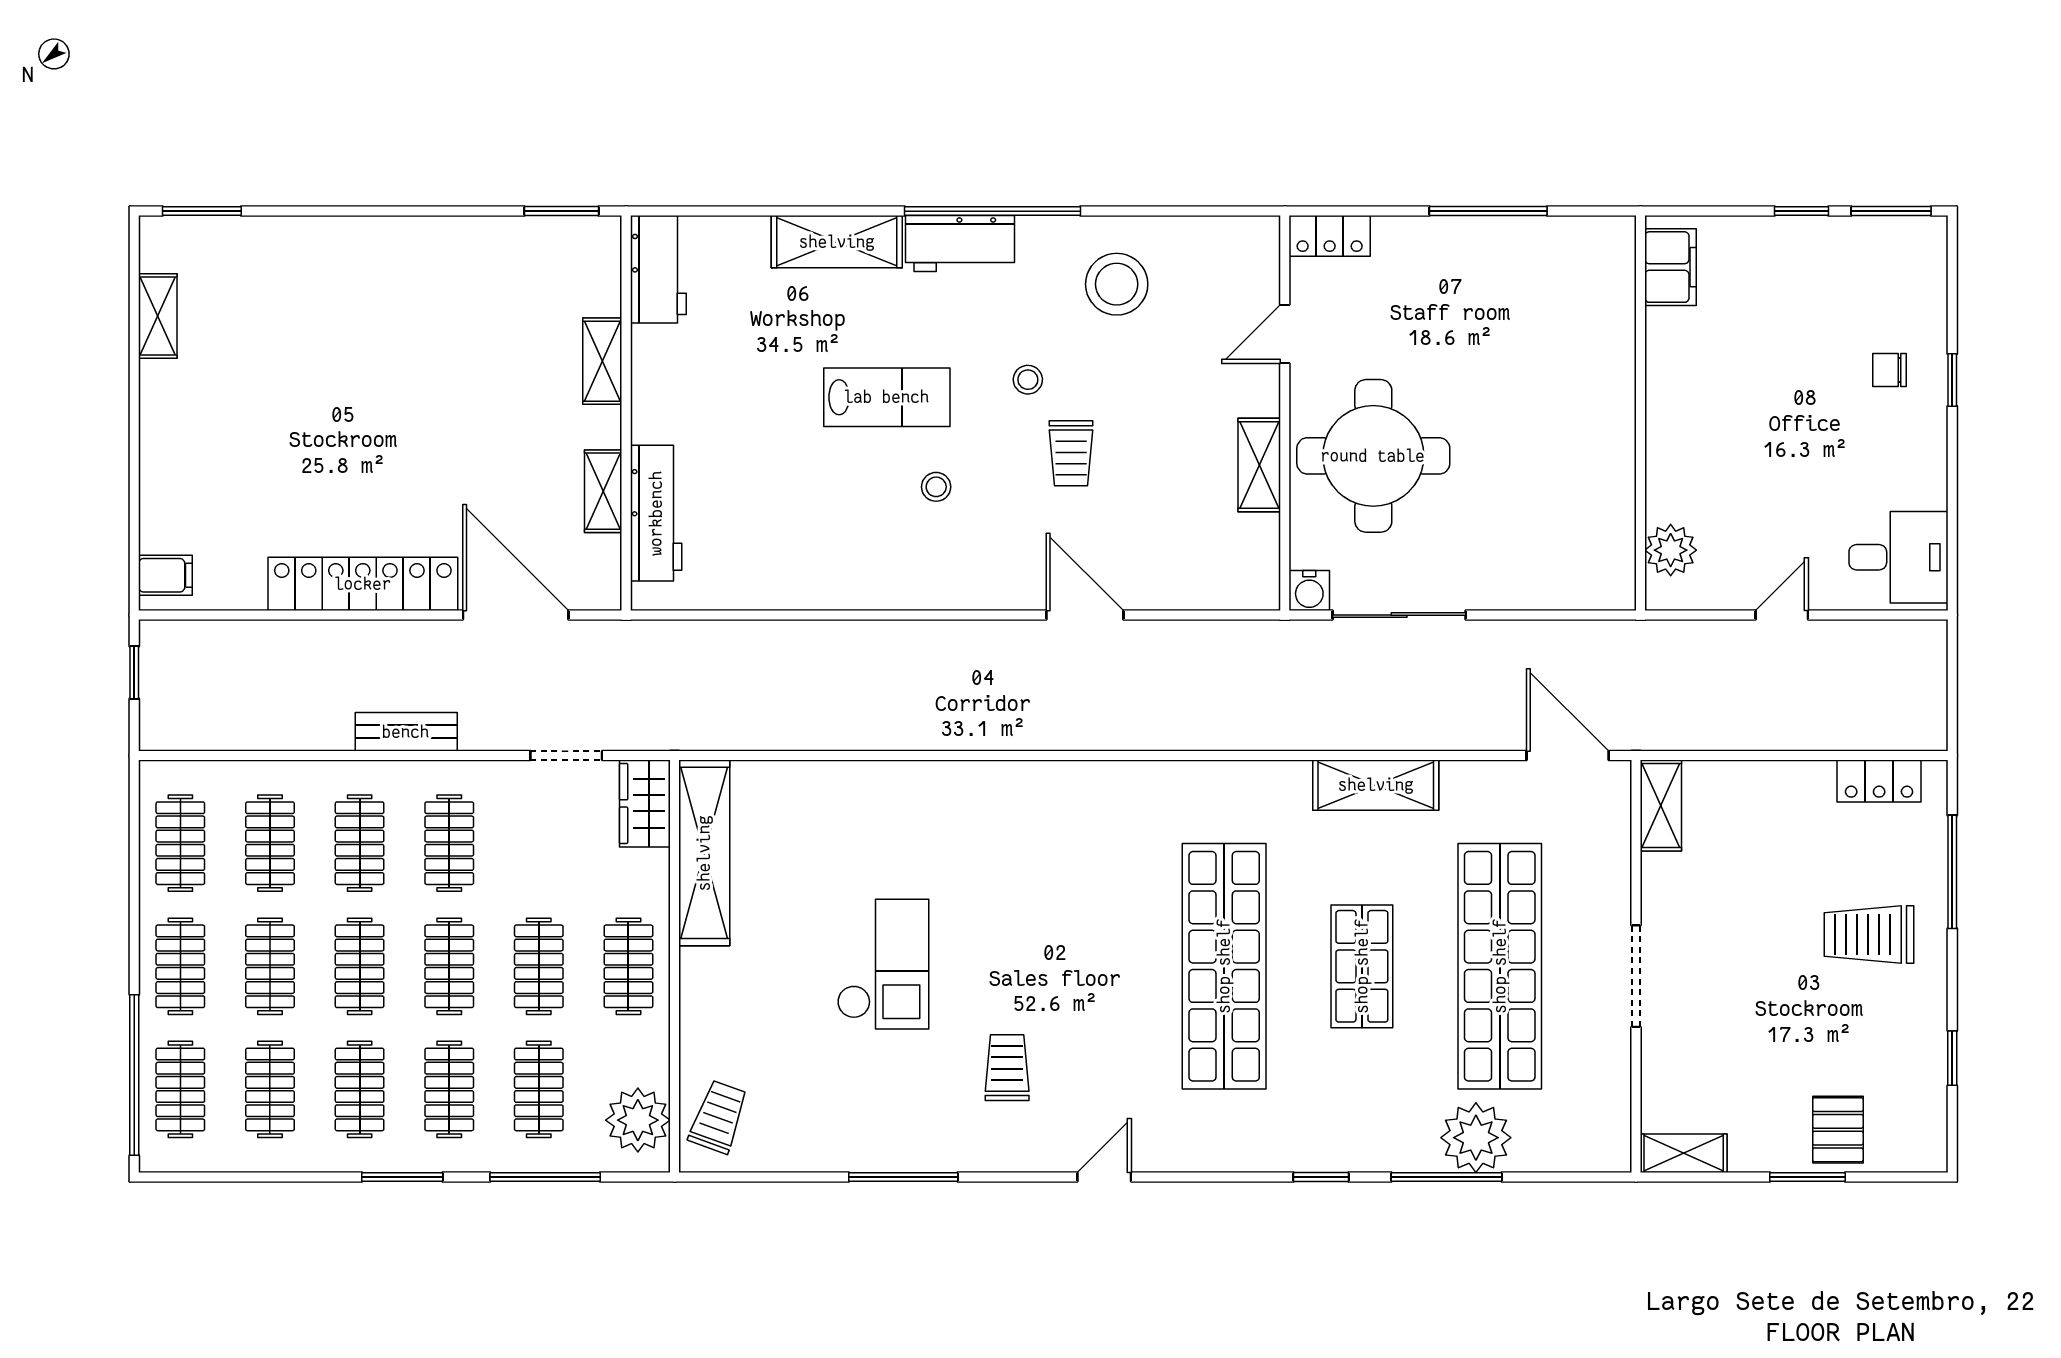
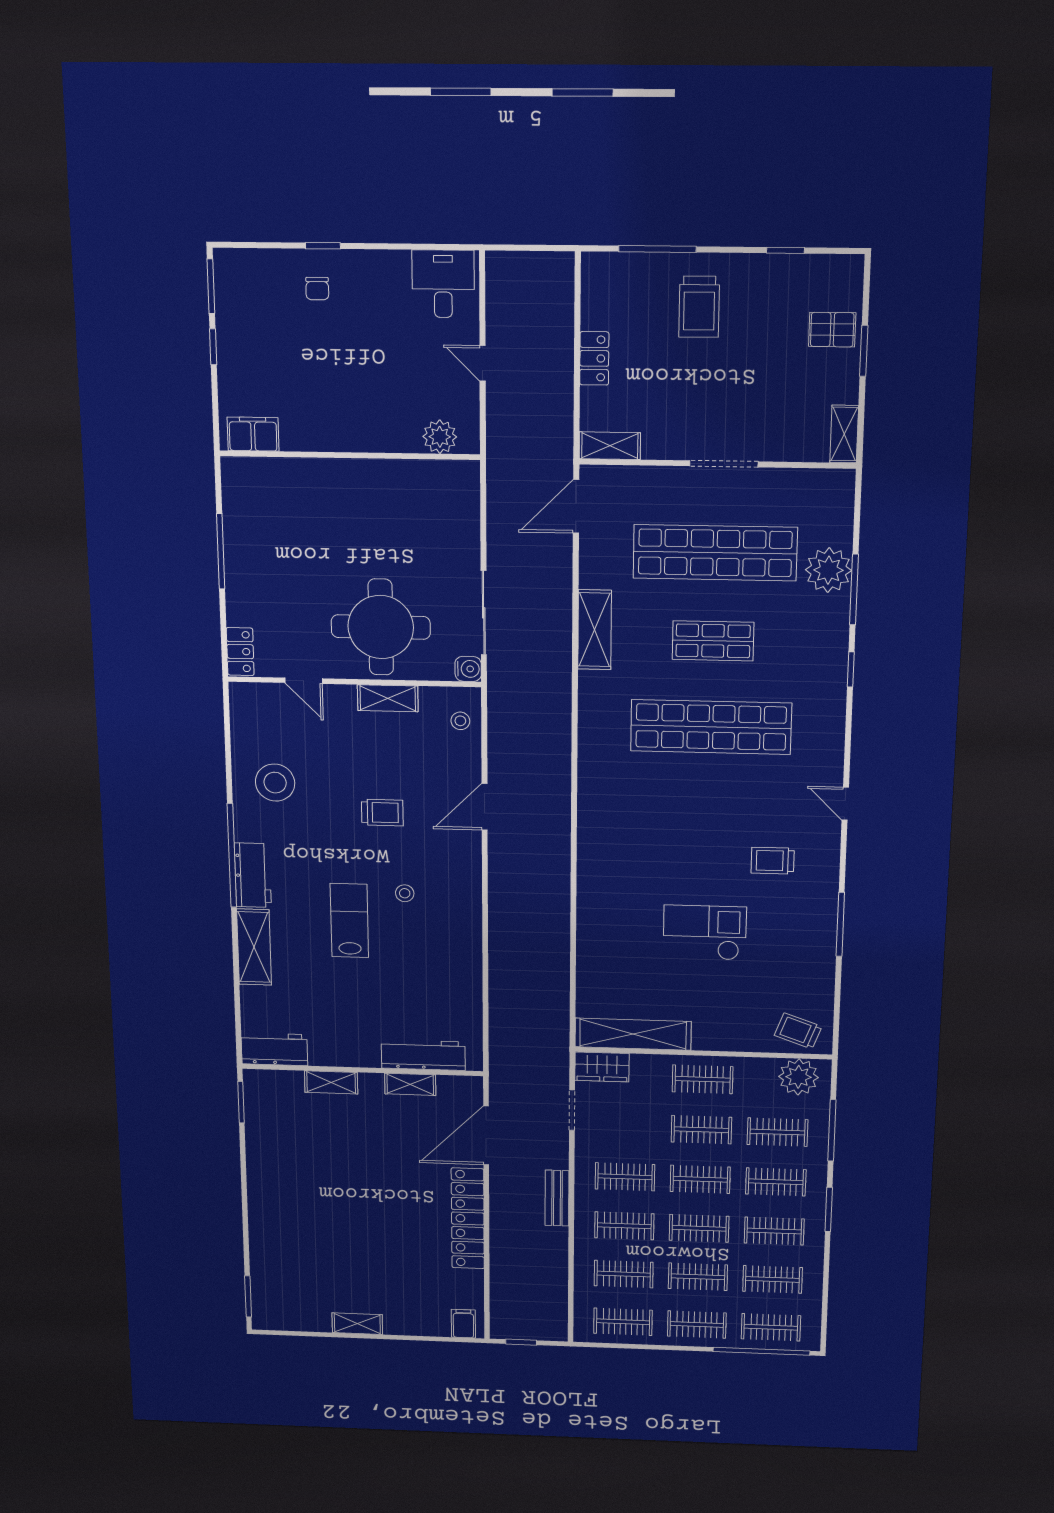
shelving: (158, 316) -> (357, 1324), moved
stool: (1028, 380) -> (460, 721), moved
locker: (1879, 781) -> (594, 358), moved

